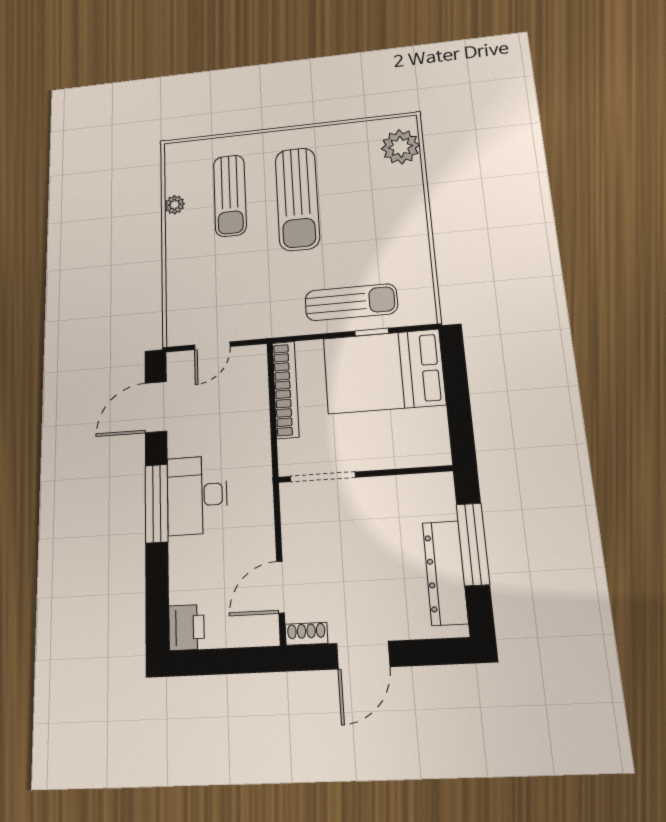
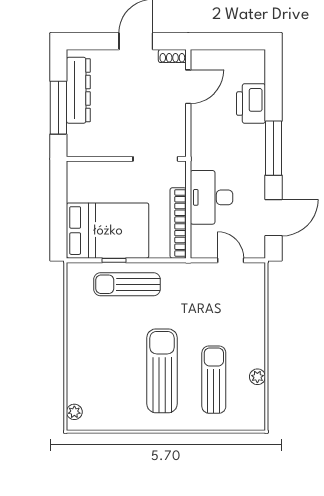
plant: (401, 147) -> (74, 412), width x0.53, depth x0.53
door: (212, 346) -> (231, 260), hinge flipped
desk: (197, 495) -> (211, 197), moved, turned 180
printer: (187, 627) -> (251, 104), moved, width x1.37, depth x1.19

